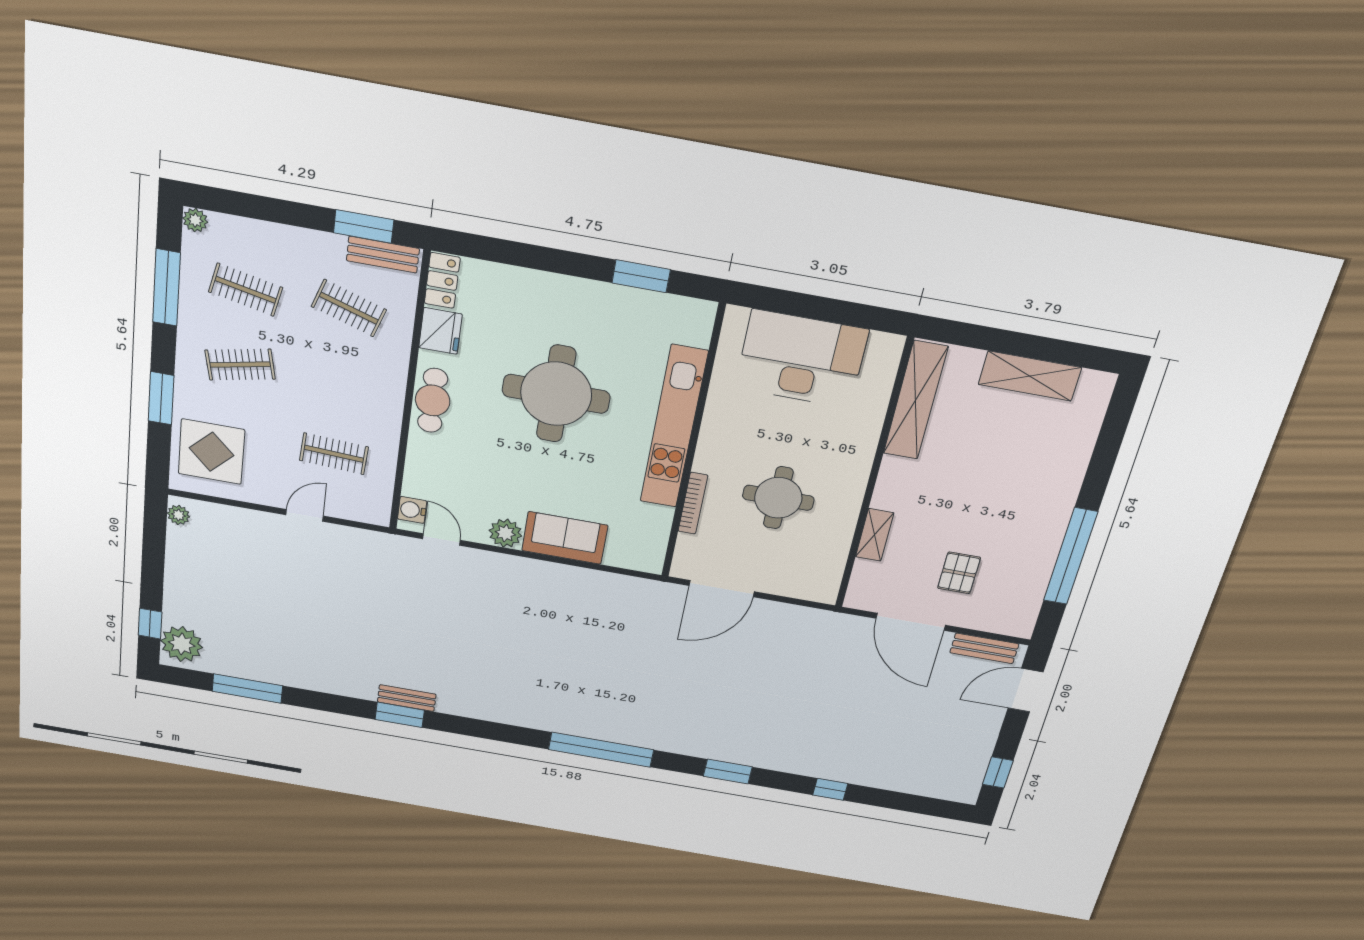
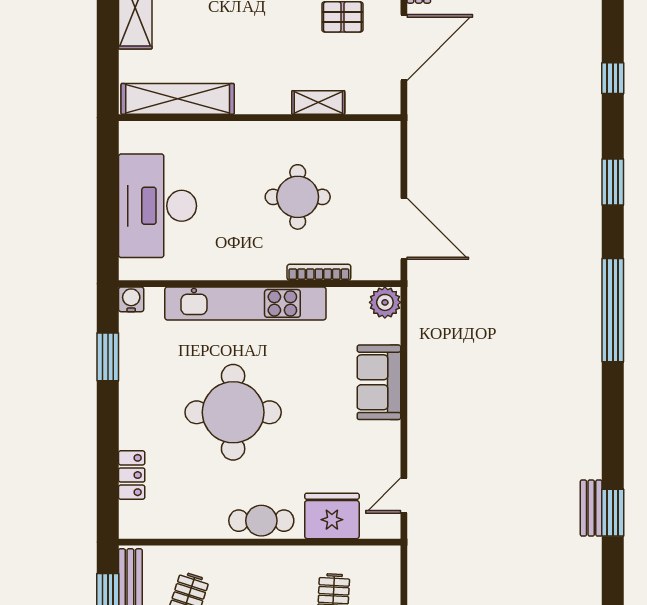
locker: (442, 280) -> (132, 475), moved, turned 90
fridge: (440, 331) -> (332, 516), moved, width x1.36, depth x1.34
water cooler: (412, 510) -> (131, 299), moved, turned 180
plant: (505, 533) -> (385, 302), moved

